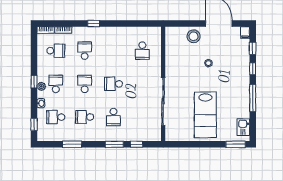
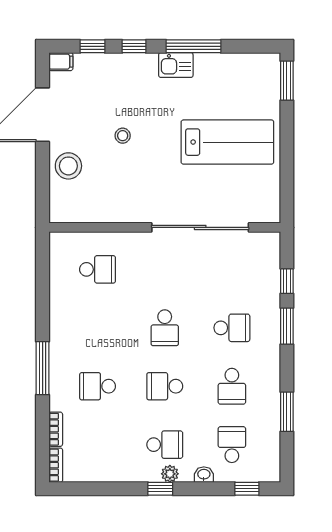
window: (94, 23) -> (43, 368), width x2.17
school desk: (56, 51) -> (98, 445), removed
school desk: (56, 84) -> (165, 445), turned 180
school desk: (56, 117) -> (232, 445), turned 180
kitchen sink: (243, 127) -> (176, 65), moved

